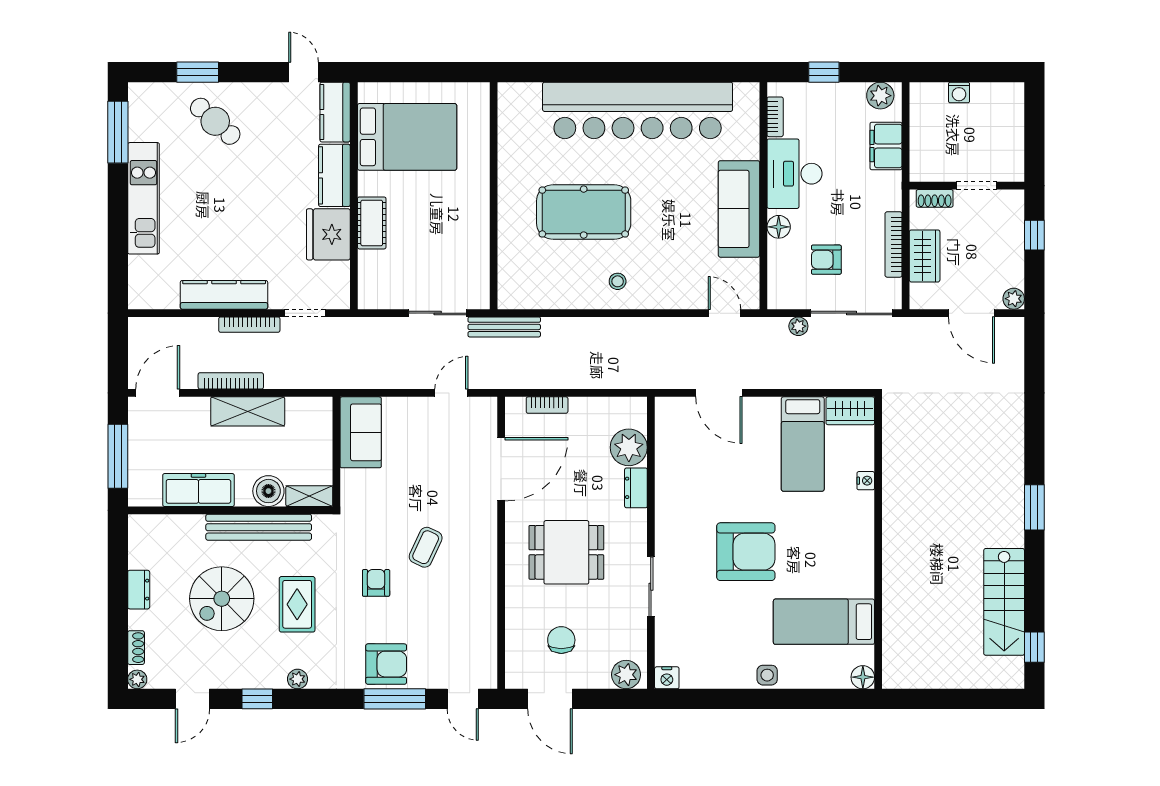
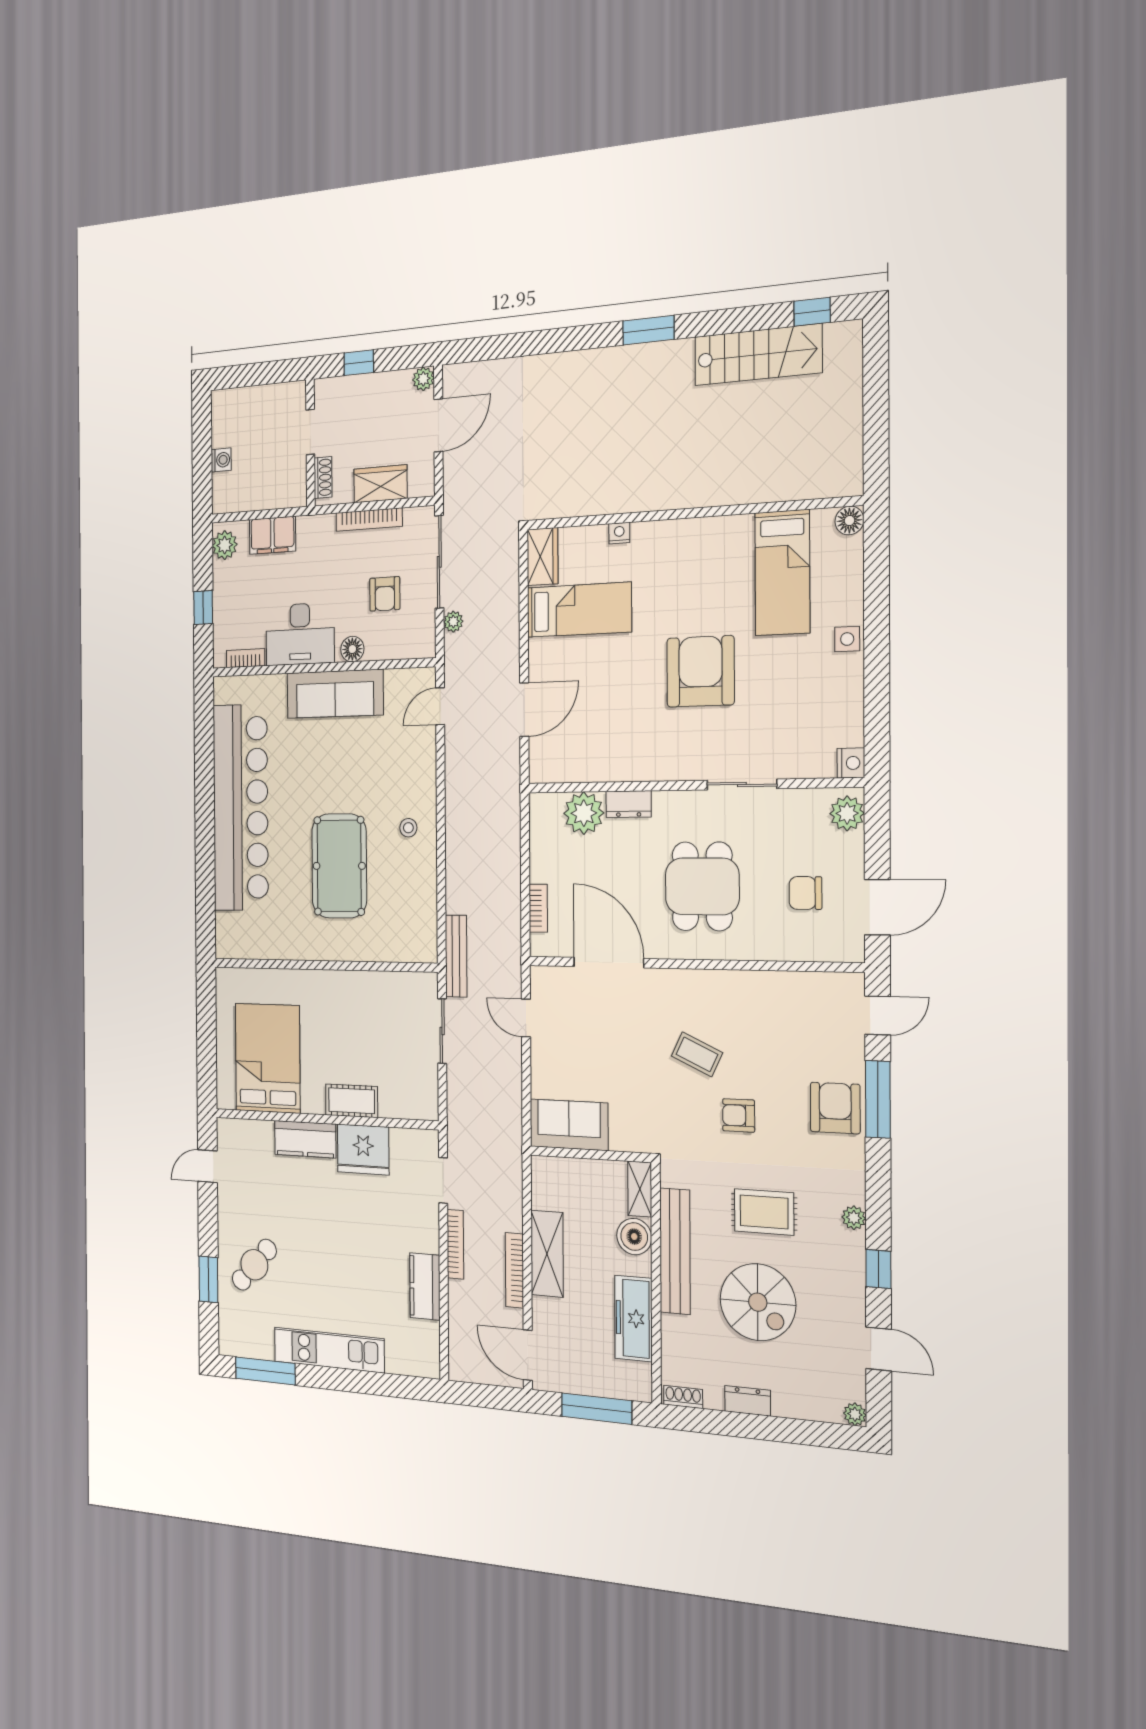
kitchen counter: (335, 112) -> (245, 1135), removed
kitchen counter: (224, 295) -> (425, 1286), width x0.67
shoe rack: (136, 648) -> (683, 1397), moved

